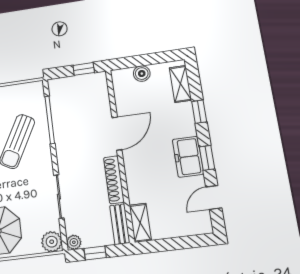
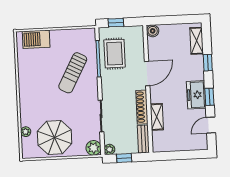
window: (84, 69) -> (116, 23), moved
boiler: (142, 74) -> (153, 31), moved
rug: (71, 111) -> (115, 54), added
shelving: (140, 223) -> (157, 117), moved

